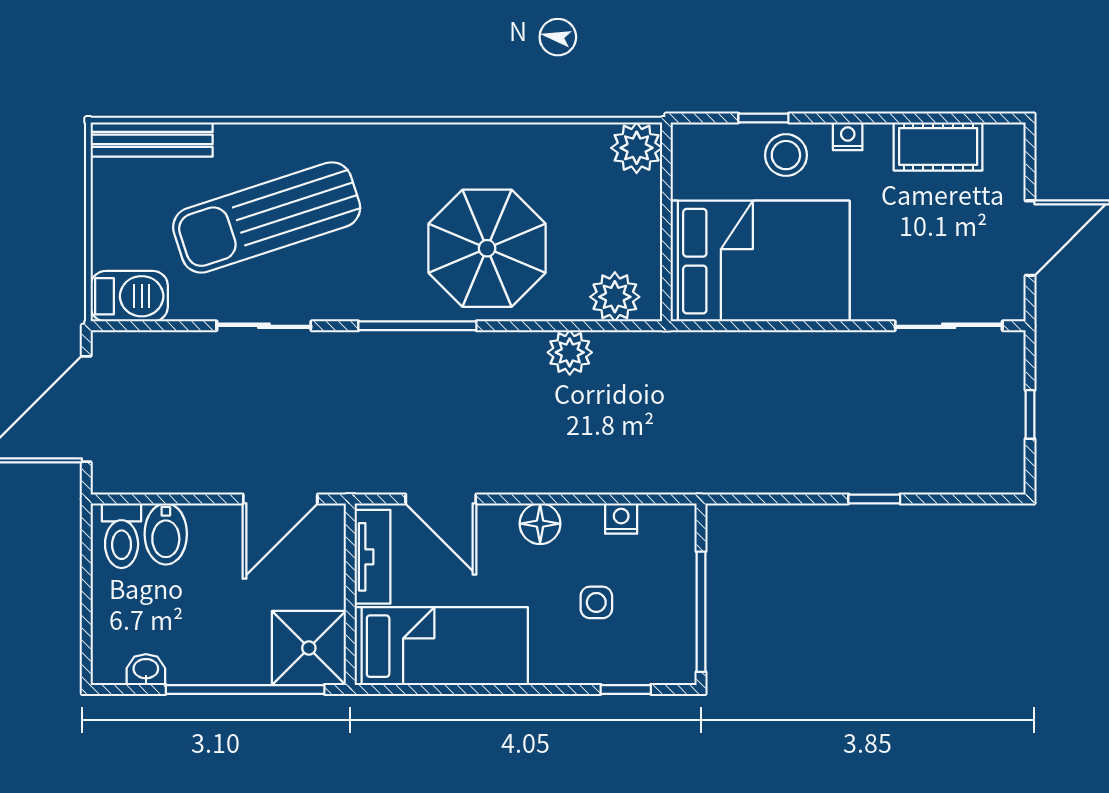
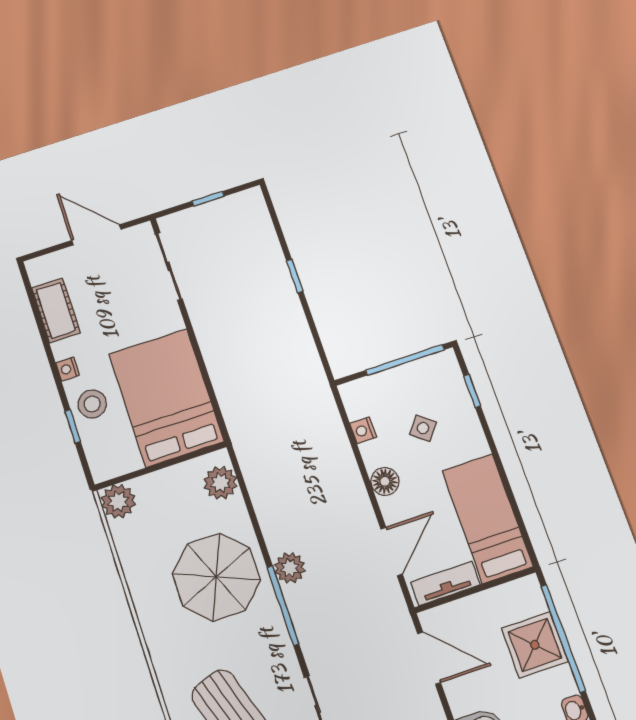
plant: (570, 352) -> (290, 568), moved
side table: (596, 602) -> (423, 428), turned 38
shower: (309, 648) -> (535, 645), moved

